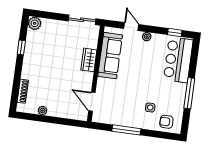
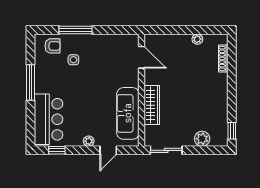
plant: (35, 23) -> (202, 139), moved
door: (131, 27) -> (108, 150), hinge flipped
window: (21, 47) -> (232, 131), moved
wardrobe: (89, 60) -> (152, 105), width x1.50
window: (126, 130) -> (75, 30), moved

